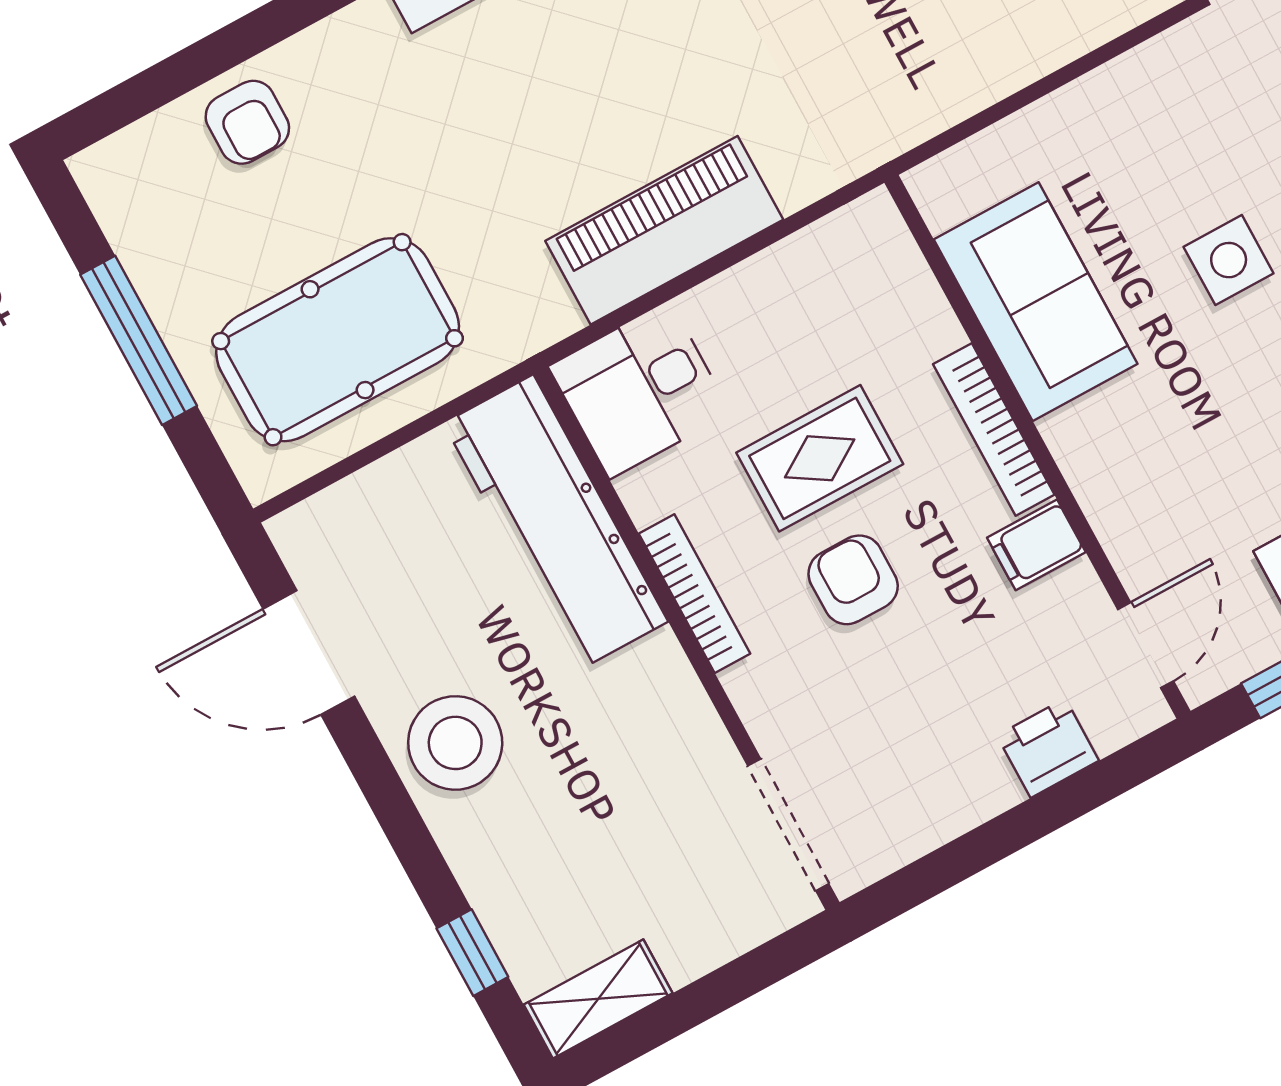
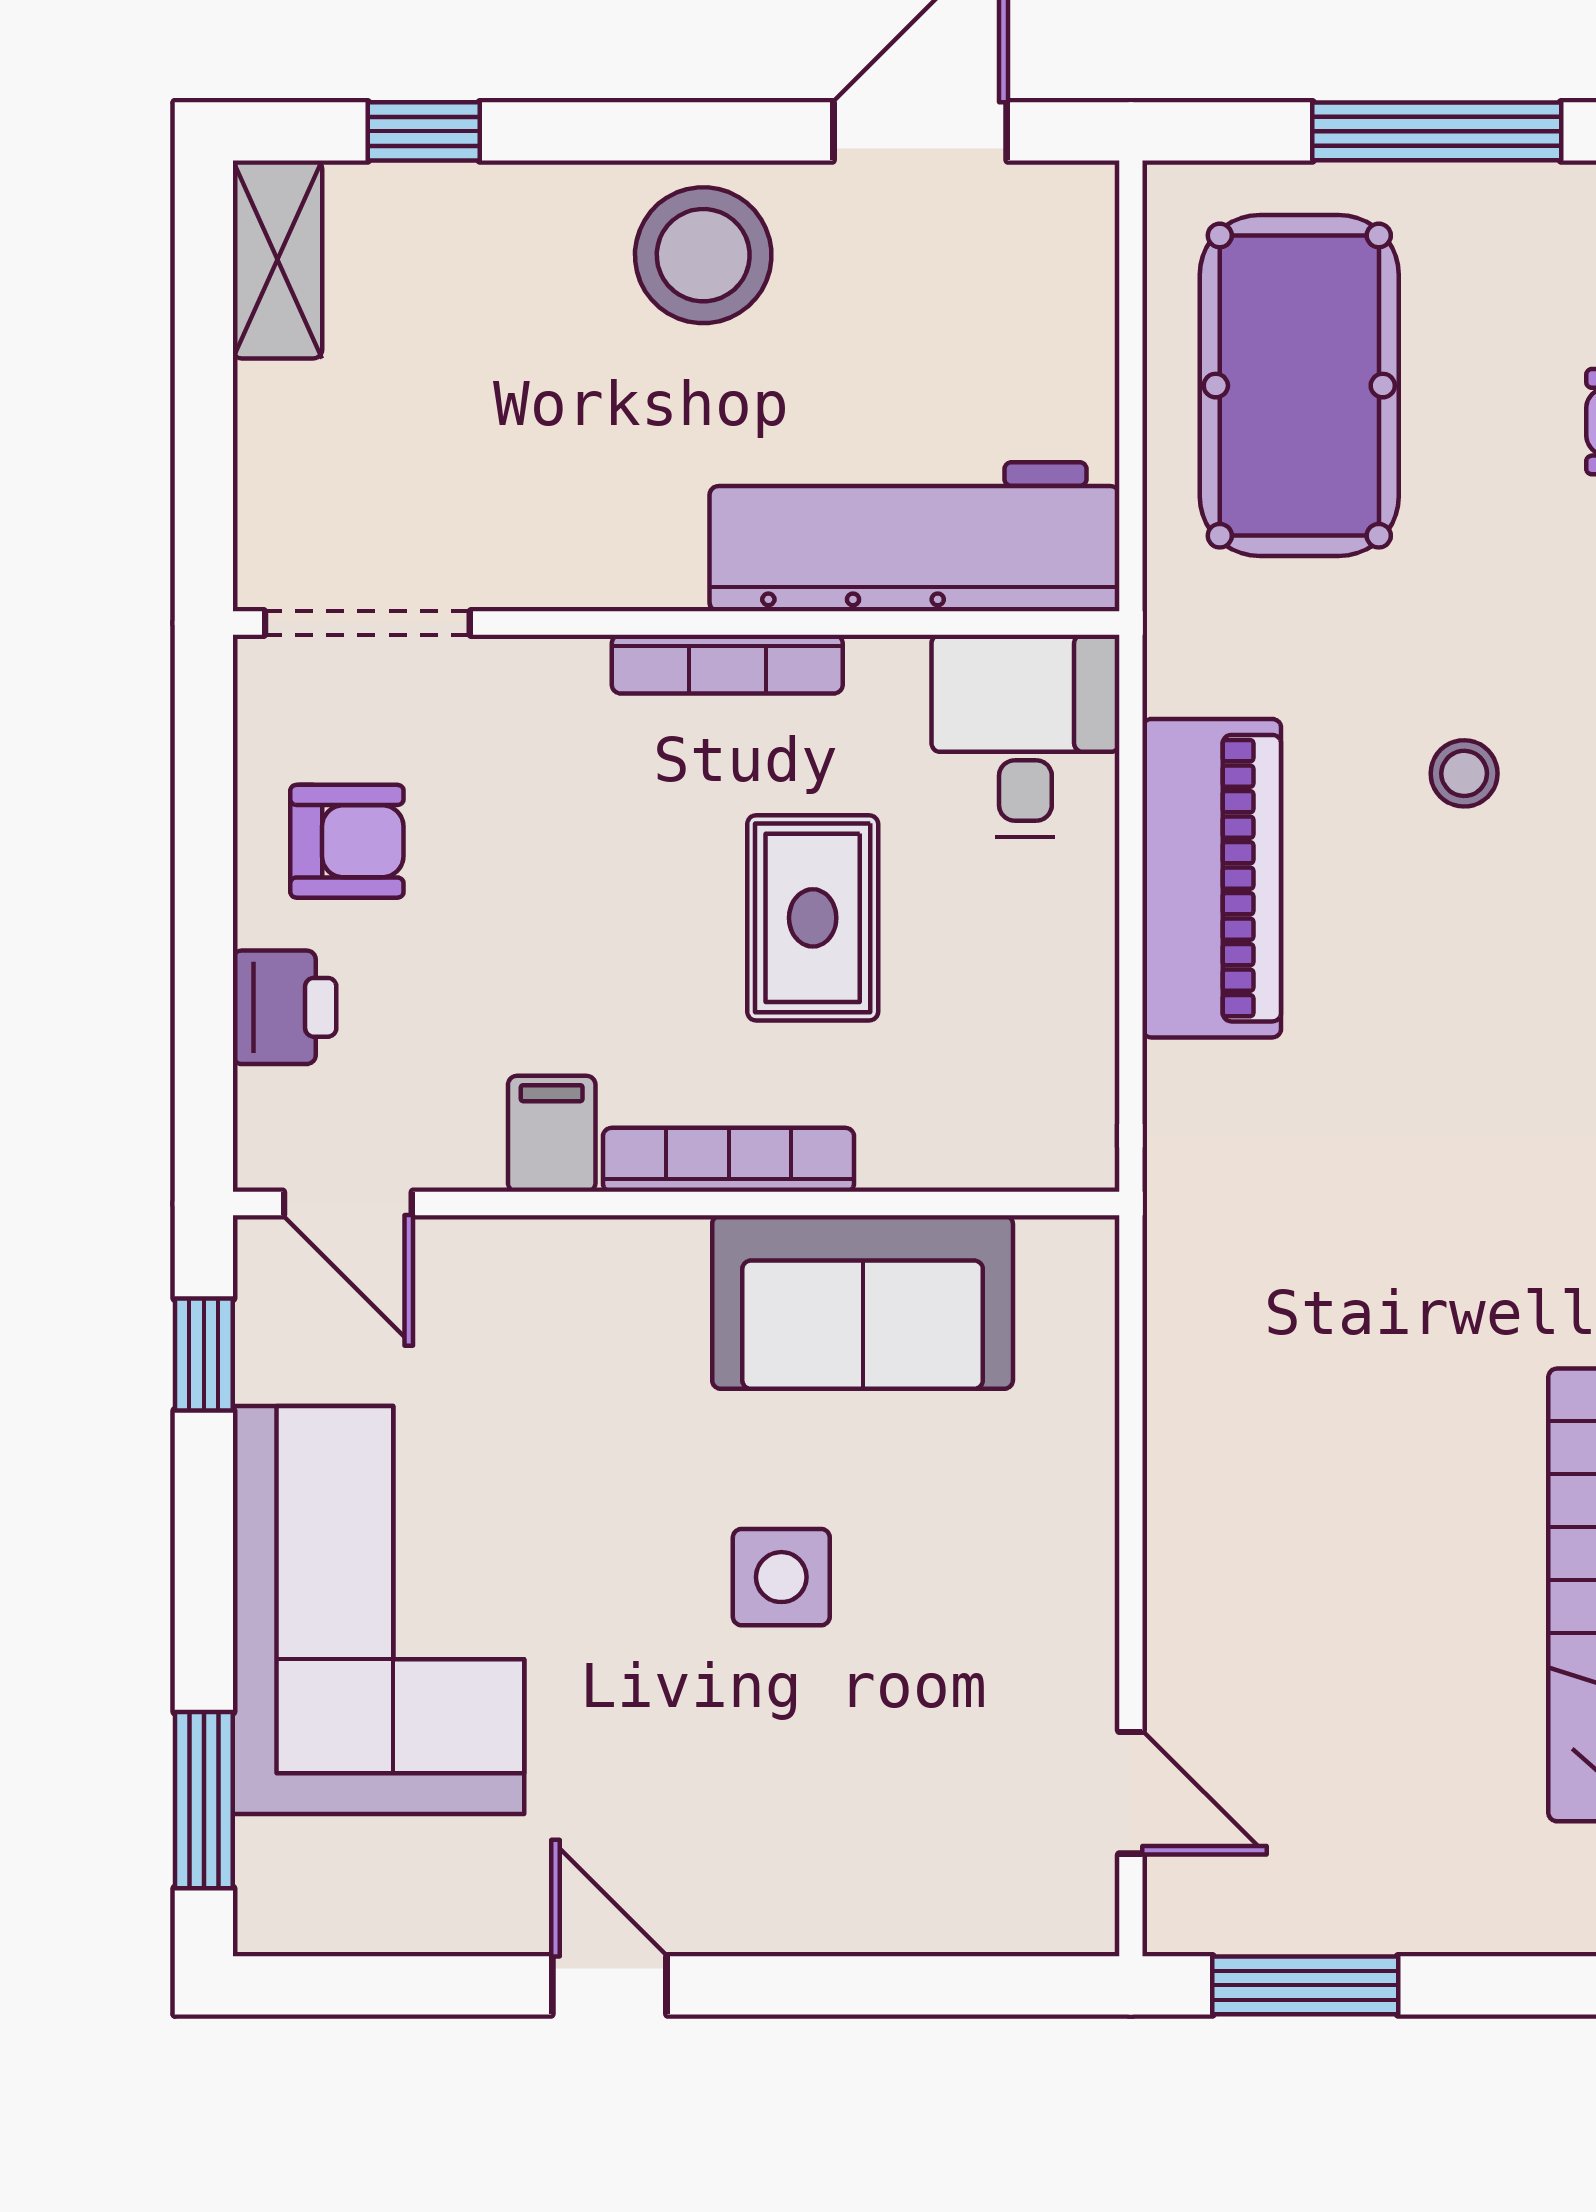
stool: (518, 112) -> (1464, 773), added
armchair: (853, 580) -> (347, 841), moved

